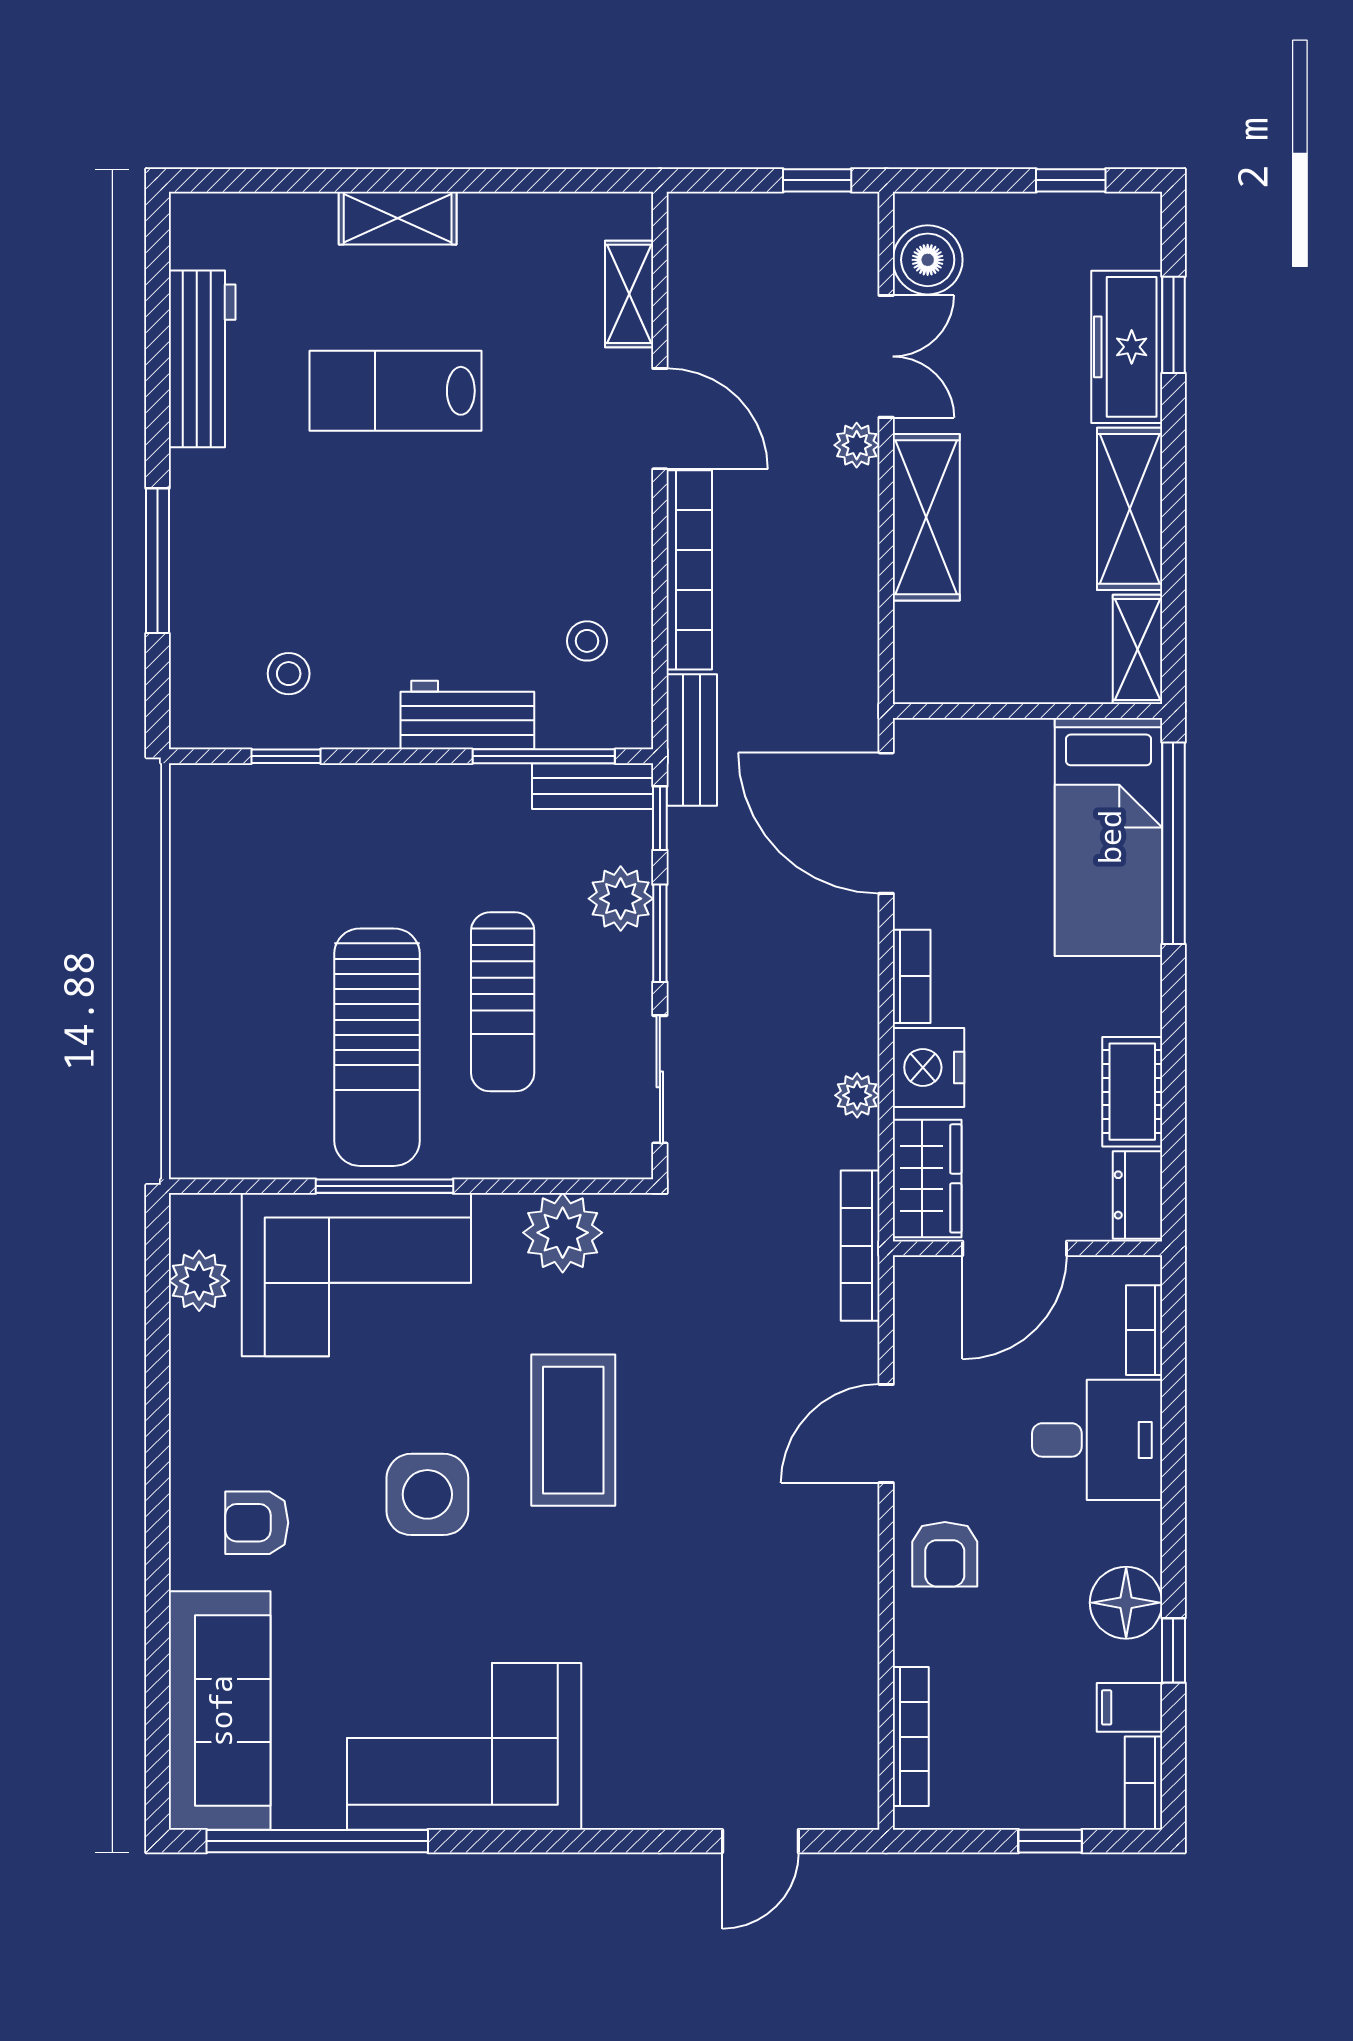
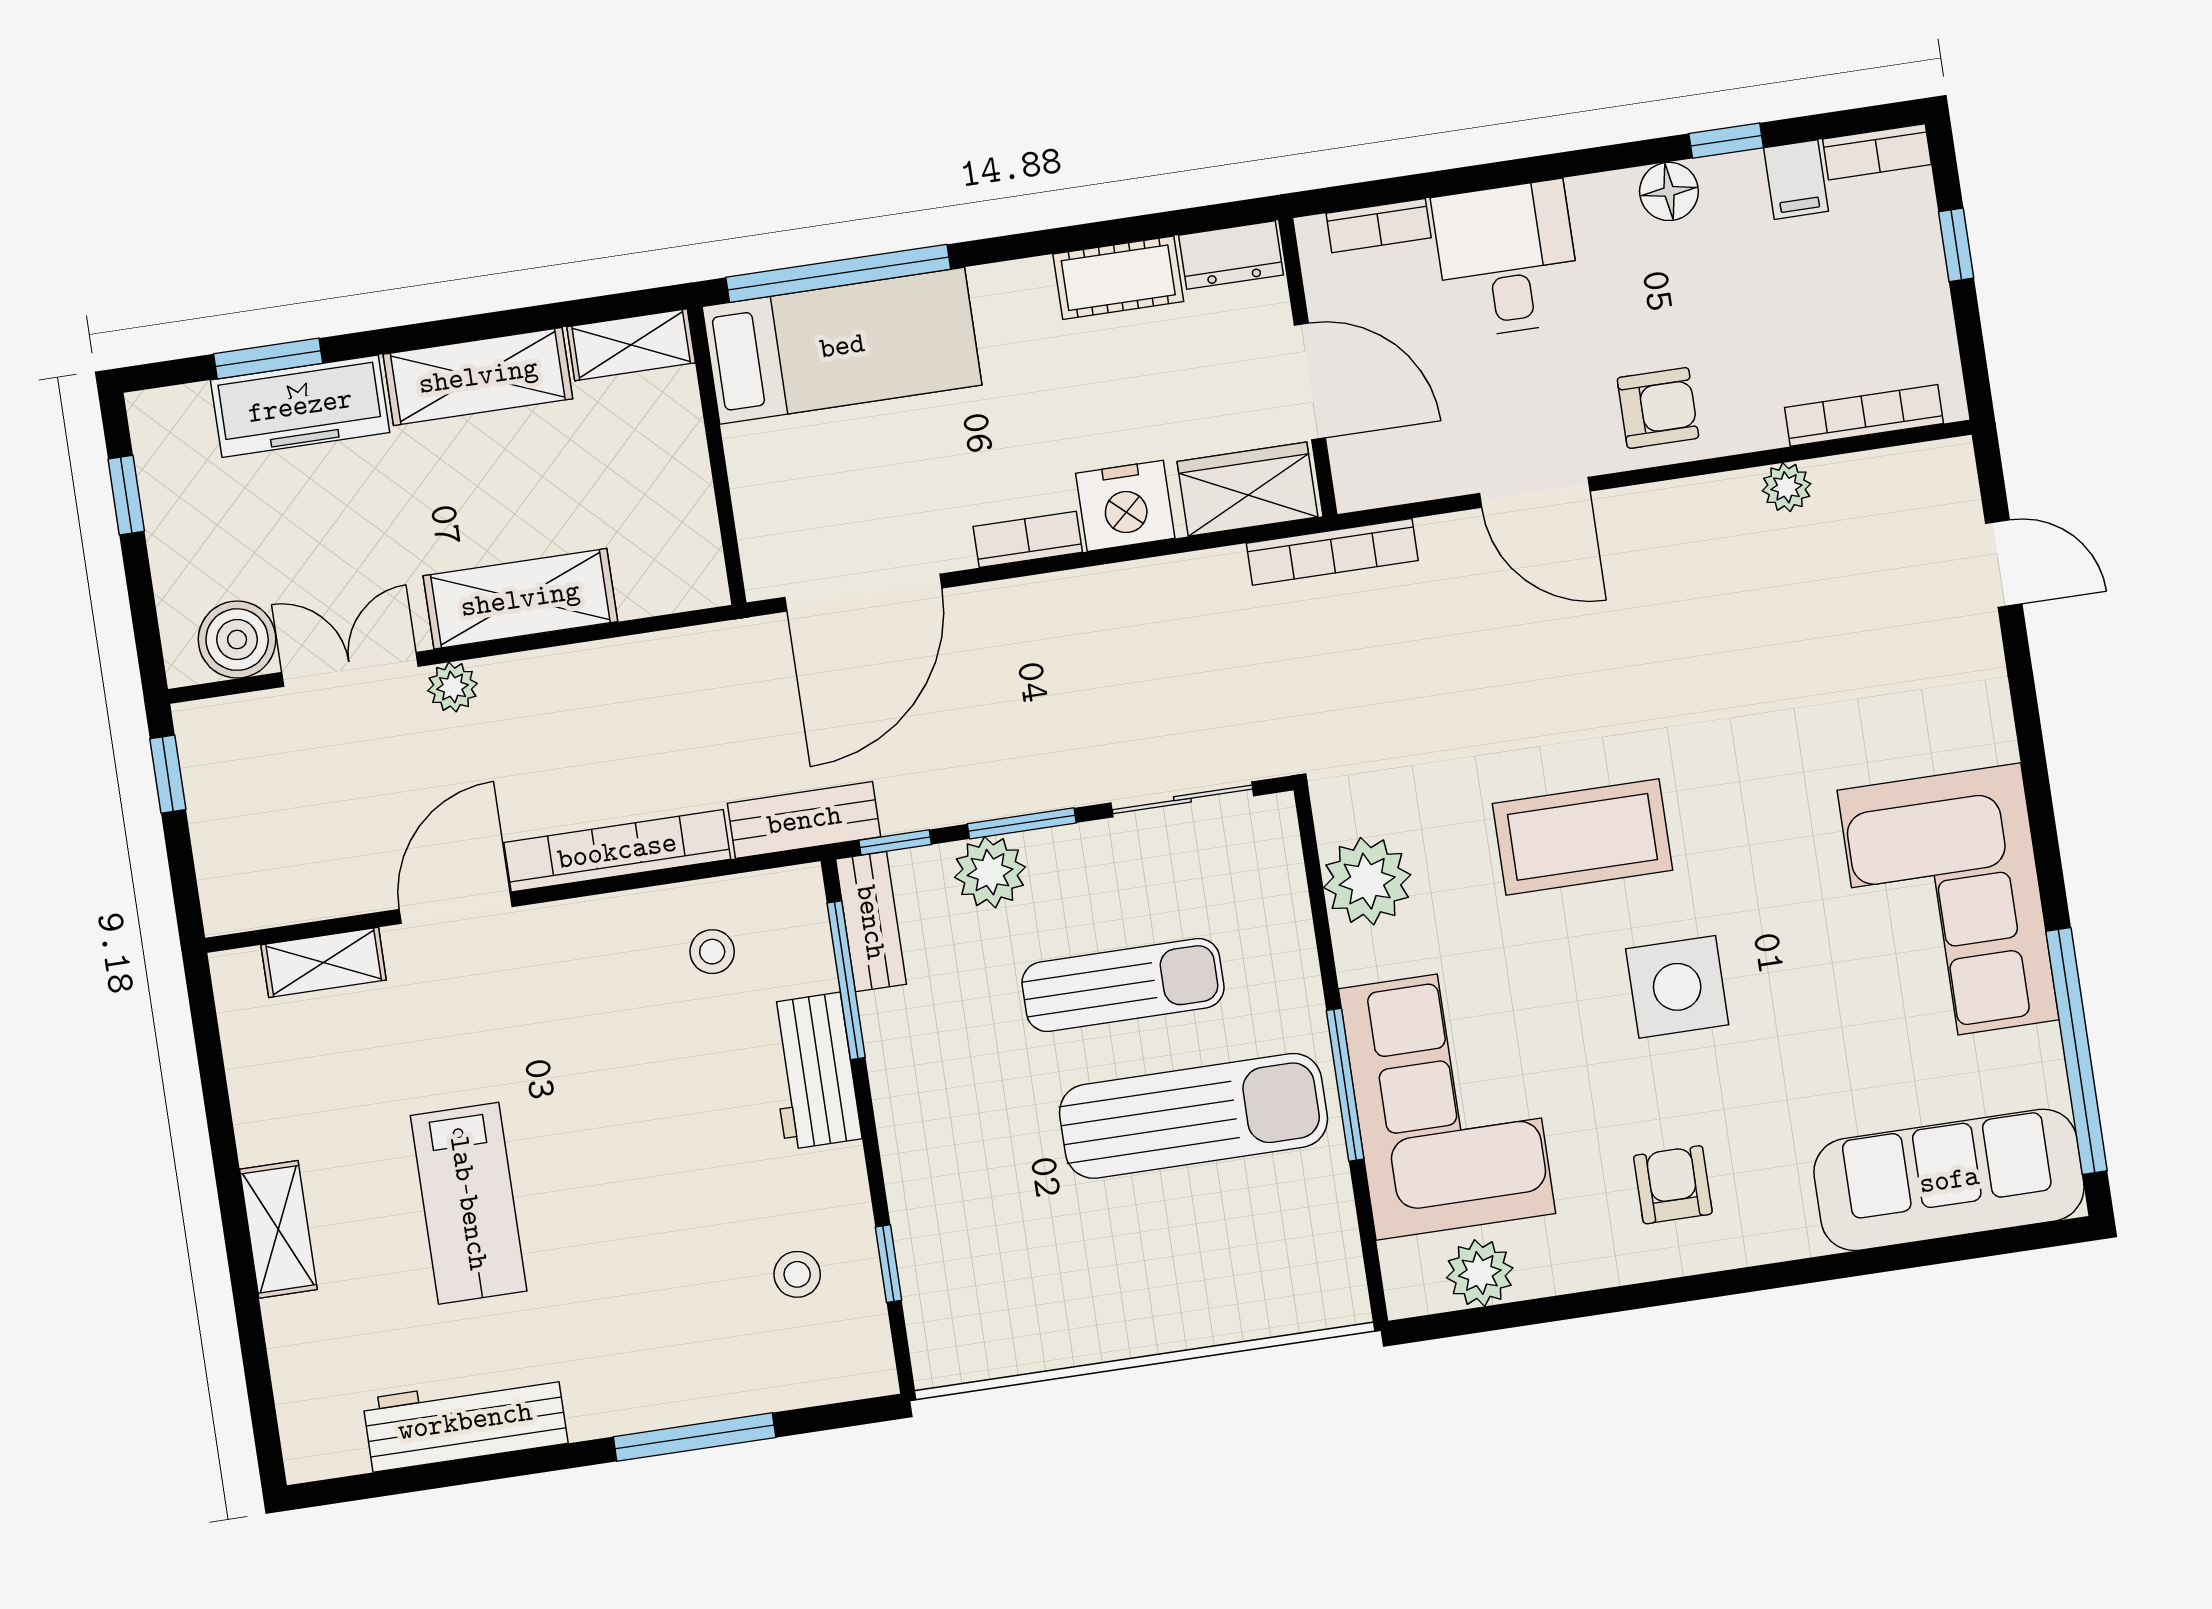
plant: (857, 1095) -> (1787, 487), moved
armchair: (257, 1523) -> (1673, 1185), moved, turned 180
floor lamp: (1126, 1603) -> (1669, 191), width x0.73, depth x0.73

